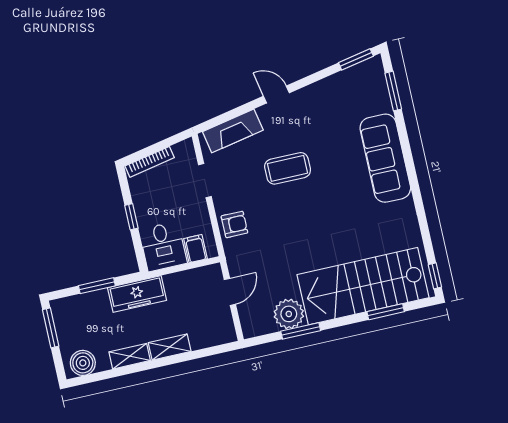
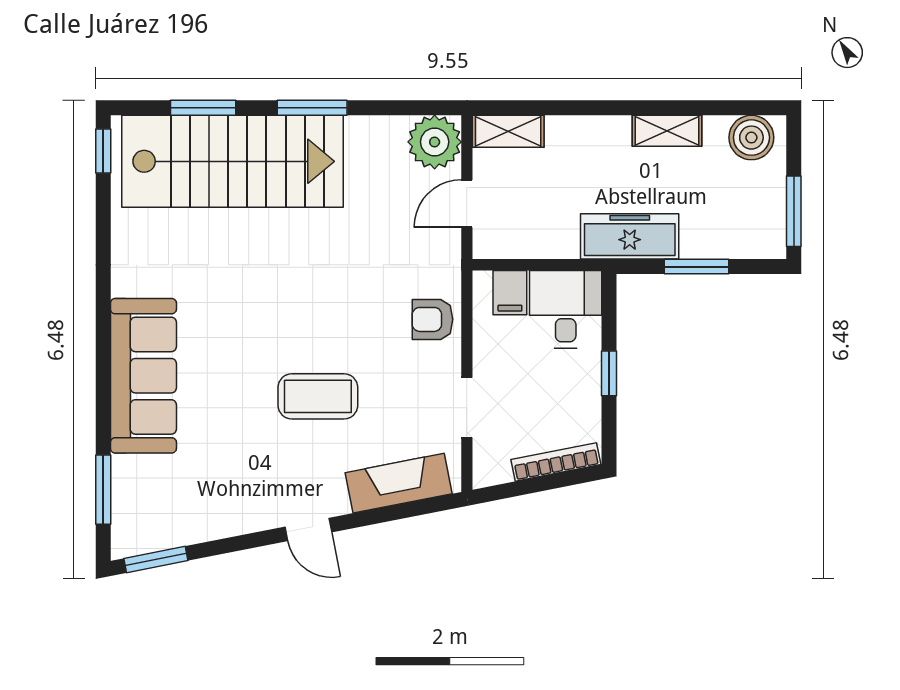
plant: (289, 314) -> (435, 142), moved
window: (301, 331) -> (312, 108), moved
shelving: (170, 347) -> (508, 131), moved

